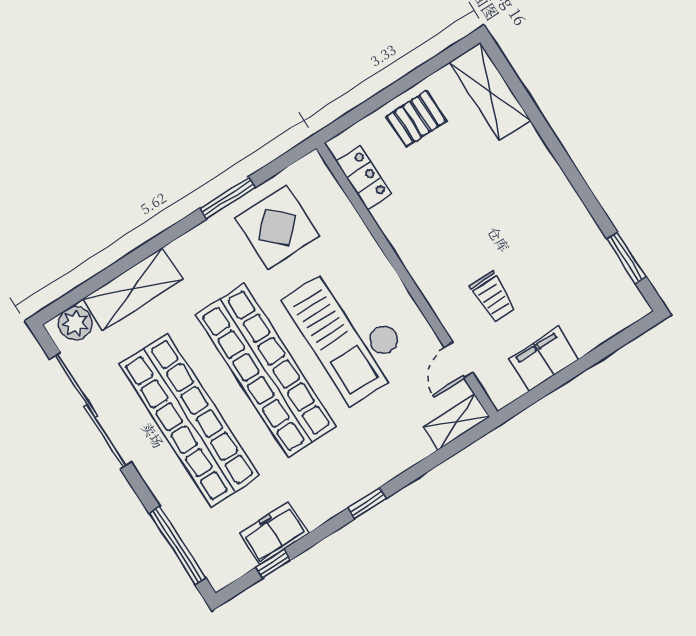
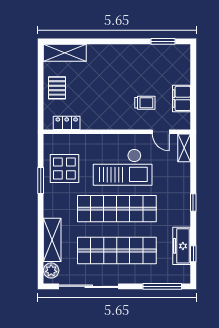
freezer: (274, 533) -> (182, 246), width x1.40

